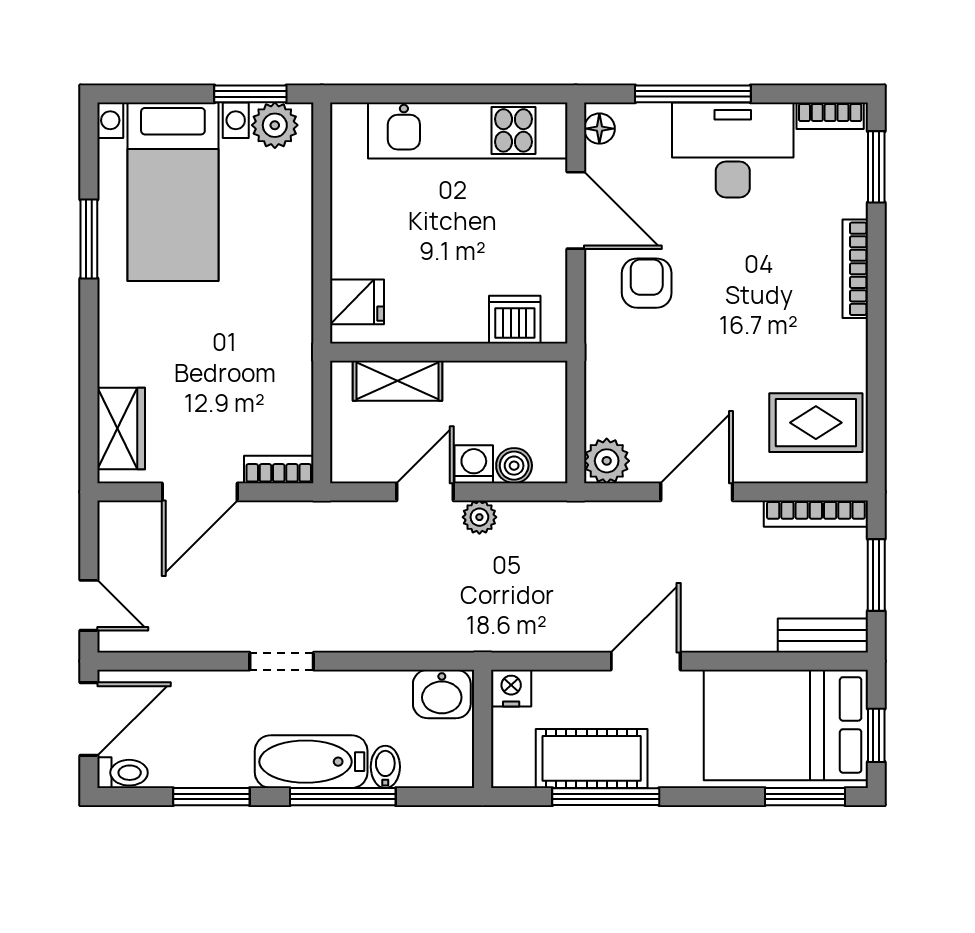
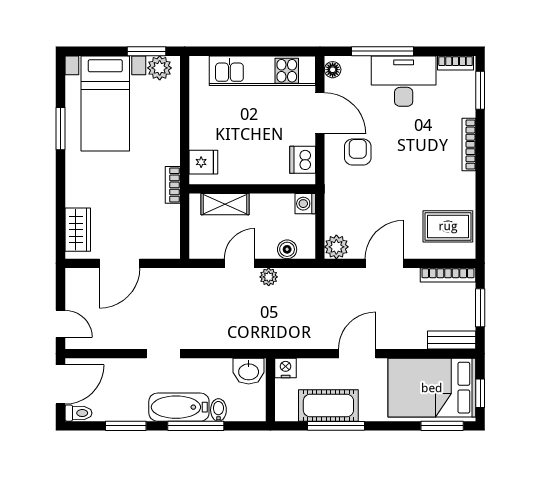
dishwasher: (515, 320) -> (303, 160), moved, turned -90
washing machine: (474, 464) -> (305, 204), moved, turned -90
bookcase: (279, 470) -> (173, 185), moved, turned -90

